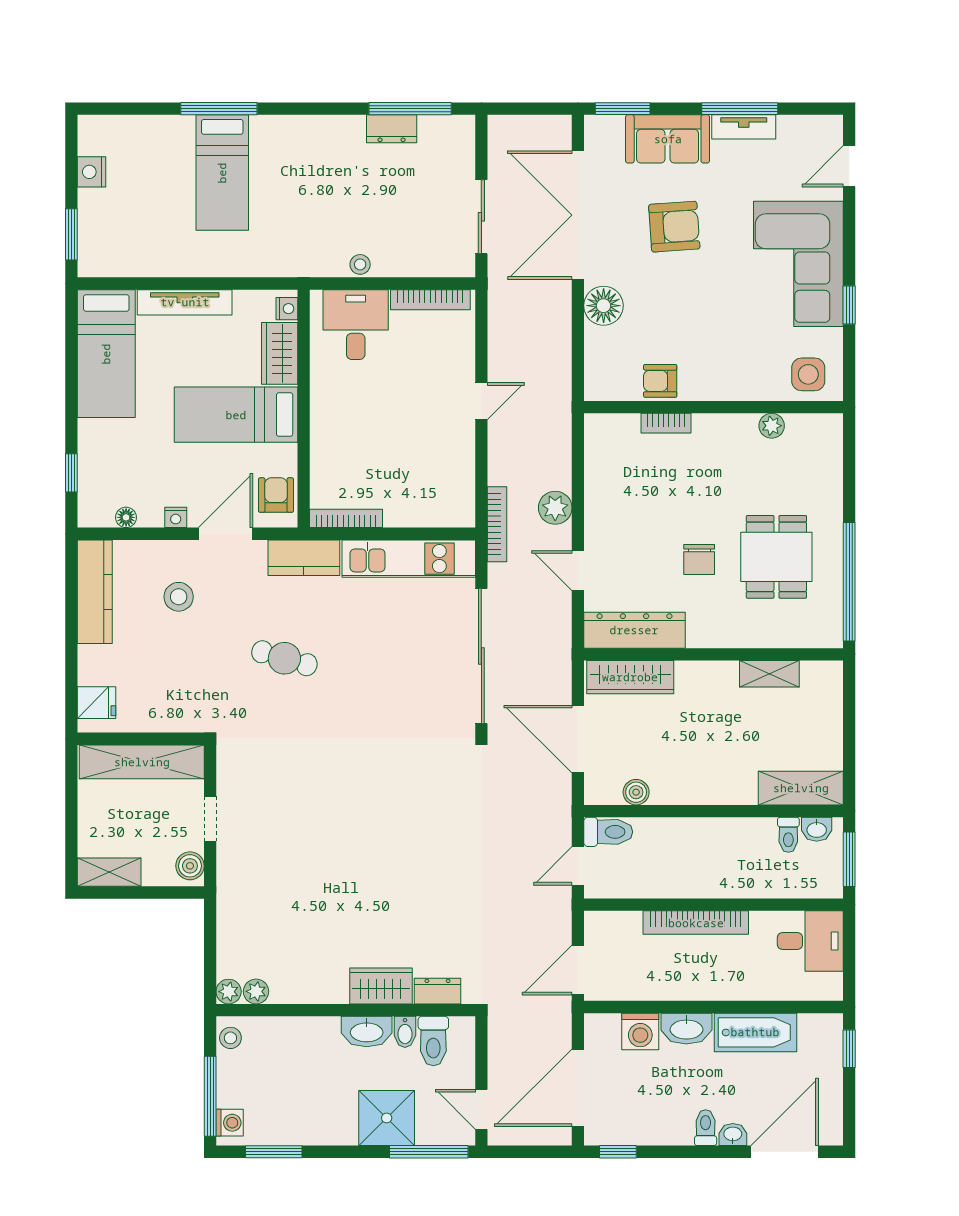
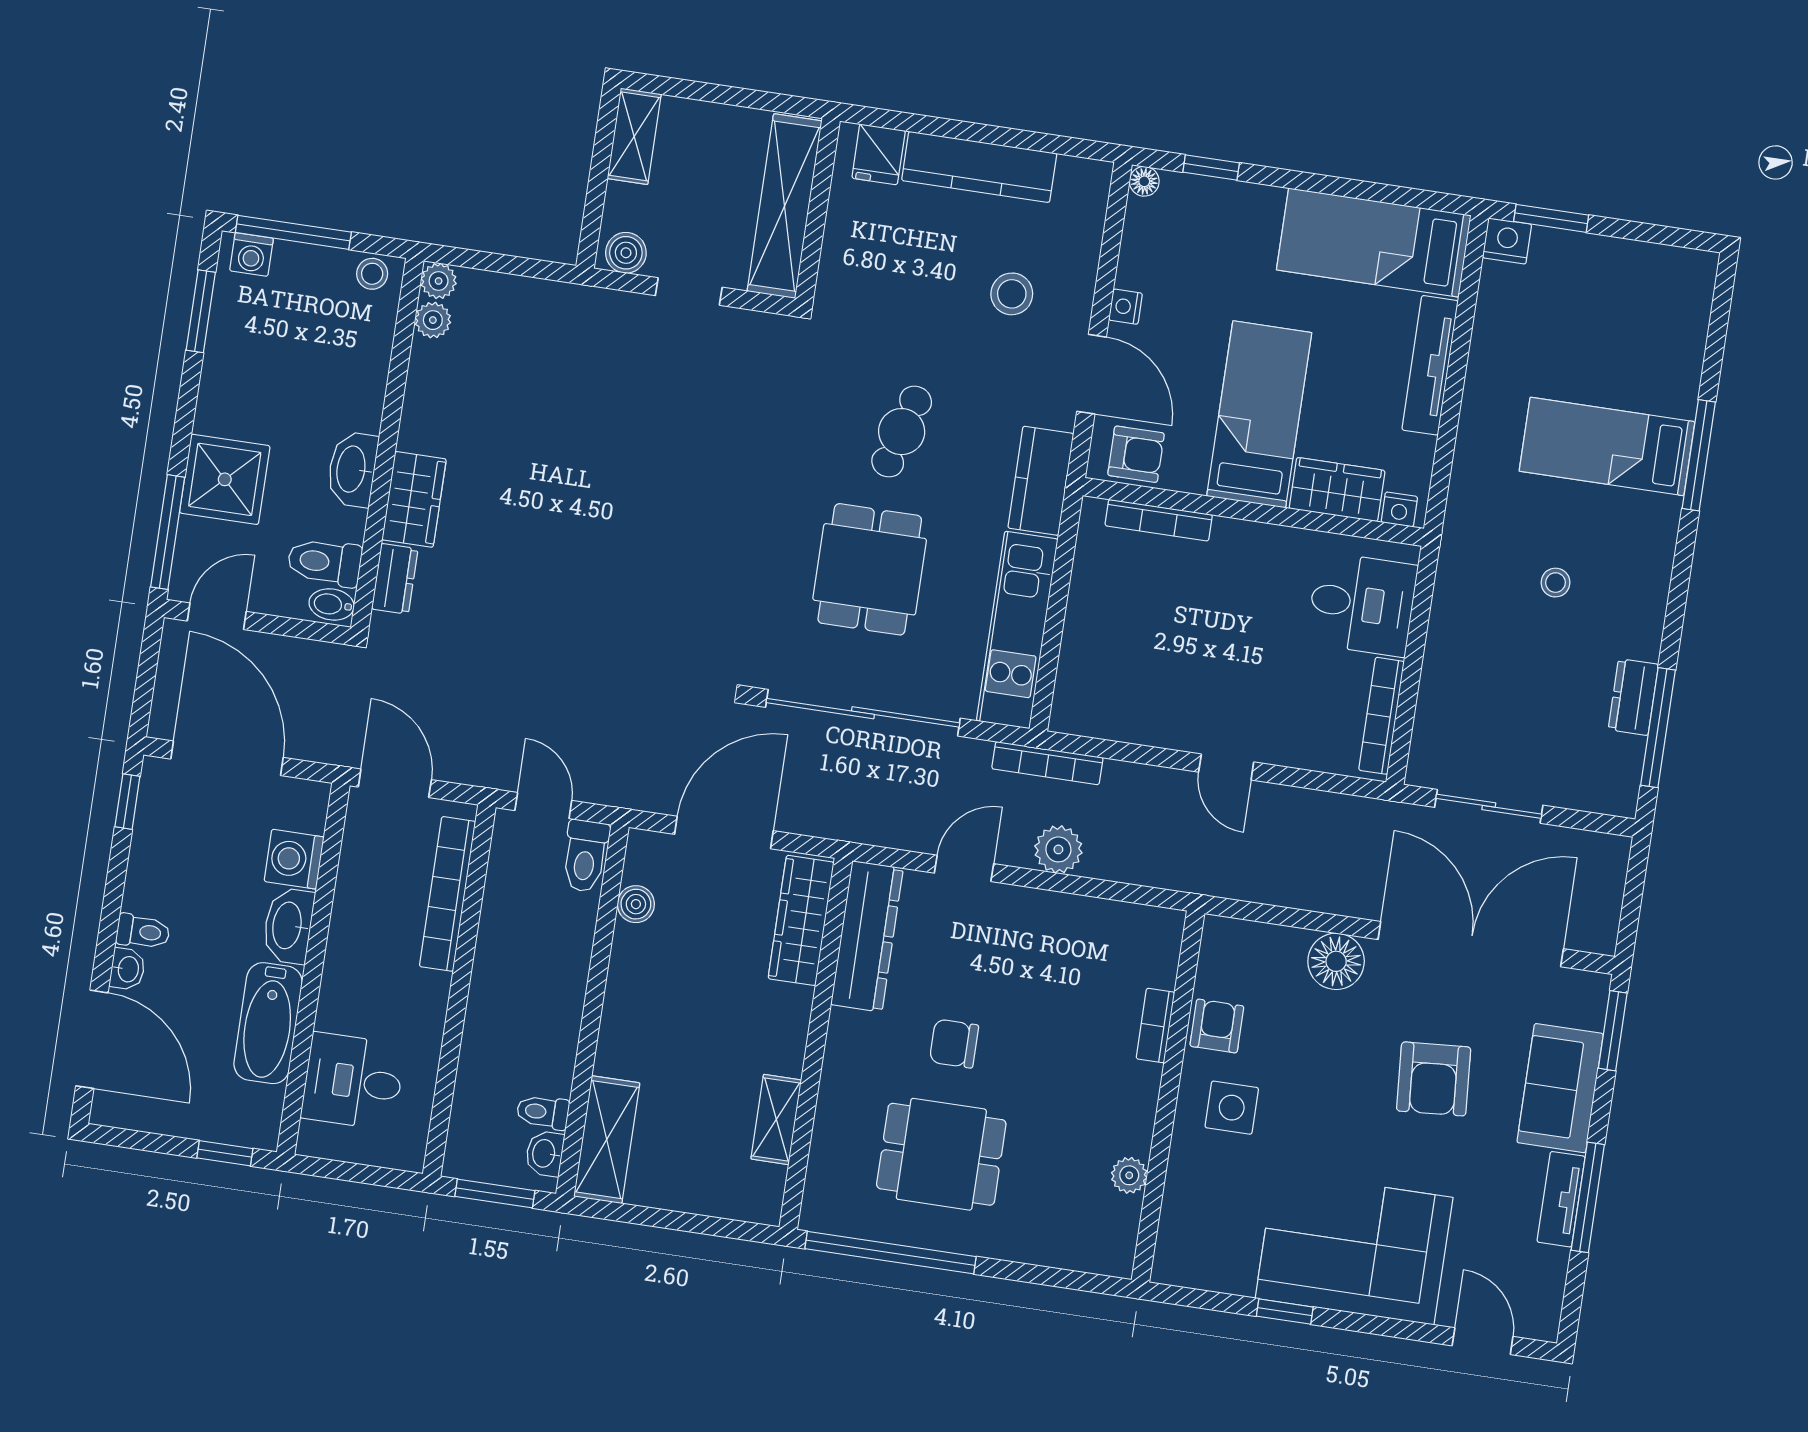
nightstand: (92, 172) -> (1507, 241), moved
stool: (360, 264) -> (1556, 583), moved
side table: (808, 374) -> (1232, 1108), moved
floor lamp: (126, 517) -> (1144, 181), moved
bookcase: (346, 518) -> (1159, 520), moved, turned 90
kitchen counter: (95, 592) -> (979, 167), moved
dining table: (382, 666) -> (870, 569), added
bookcase: (696, 923) -> (448, 894), moved
desk: (810, 941) -> (353, 1081), moved, turned 90
bidet: (405, 1032) -> (332, 604), moved

